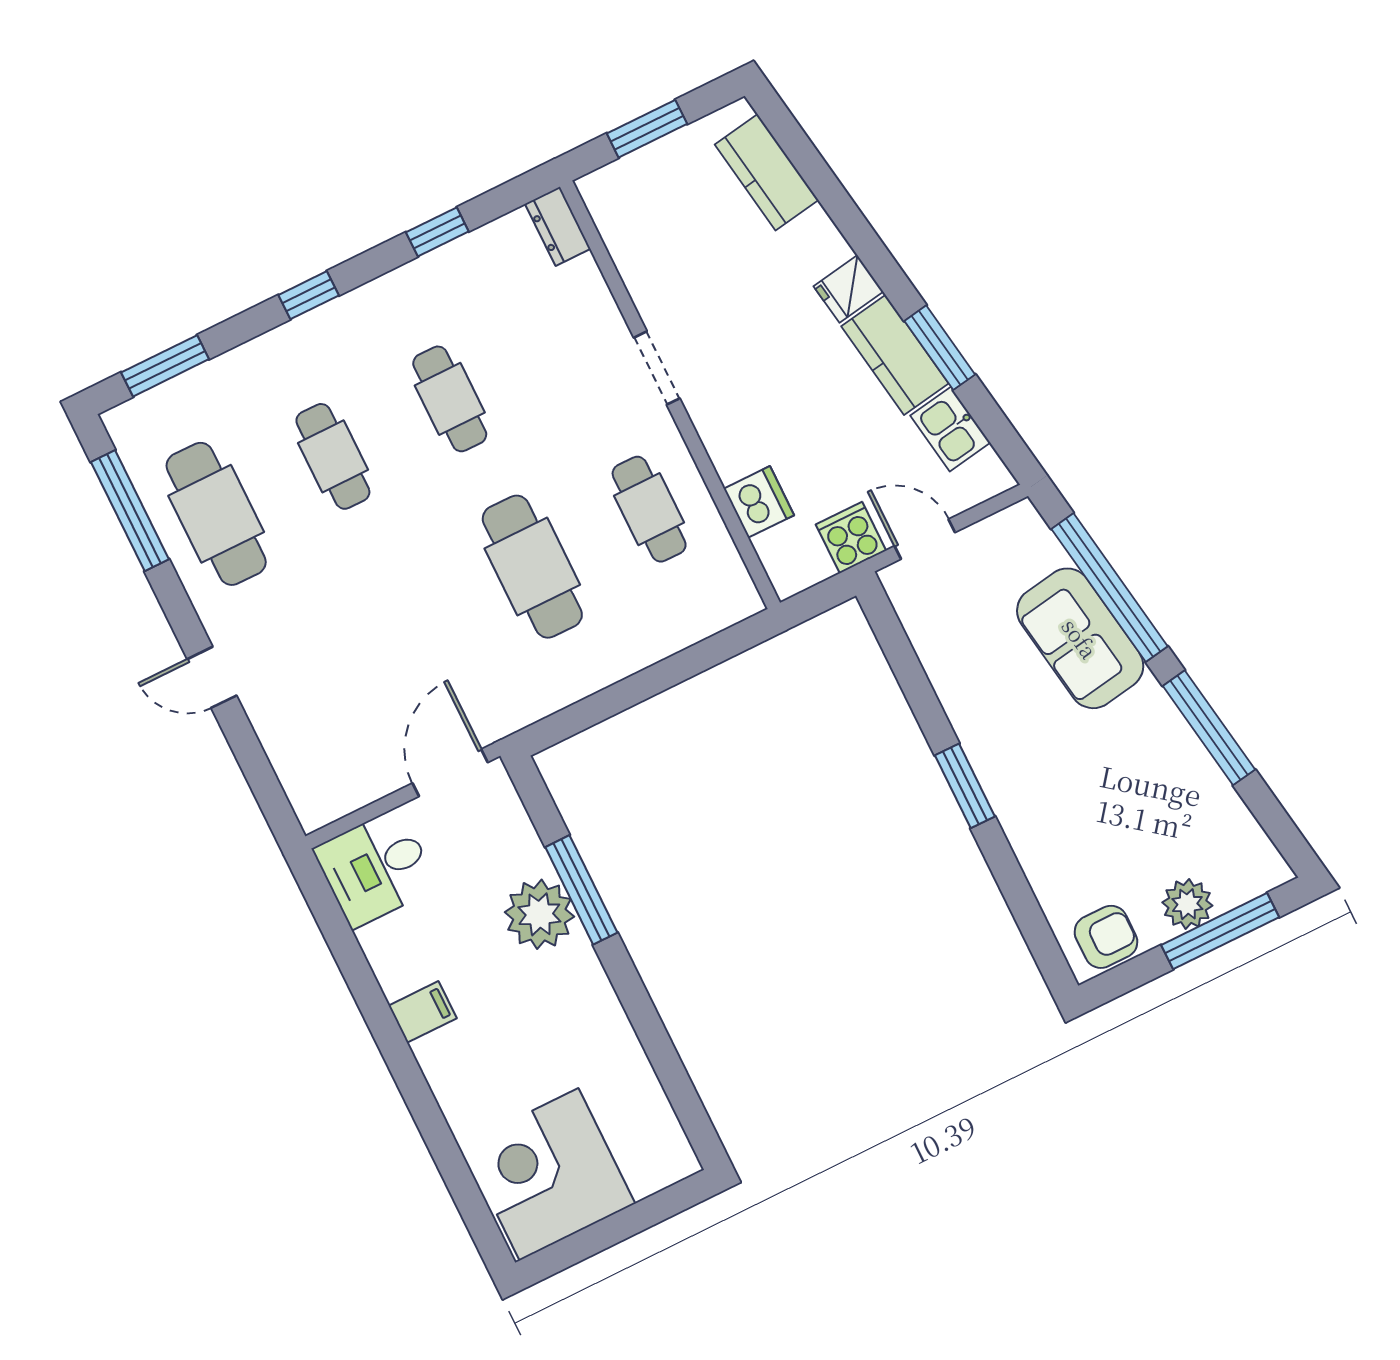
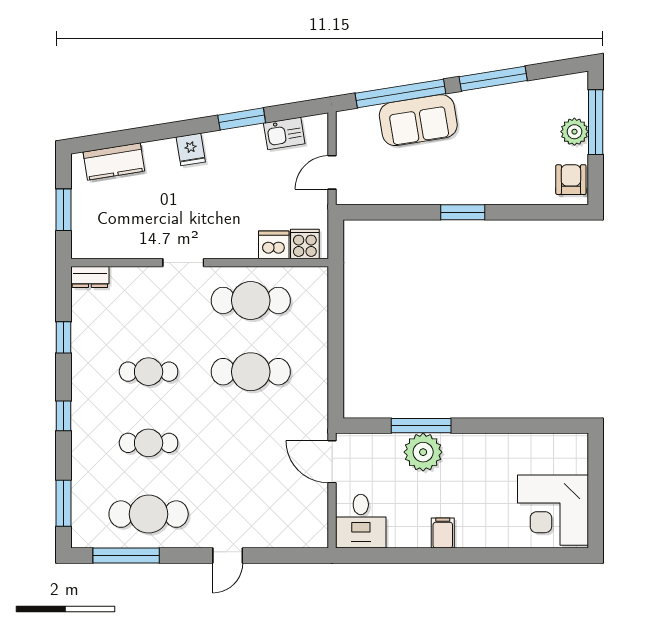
kitchen counter: (895, 355) -> (234, 143), removed
cafe table: (649, 509) -> (251, 300), width x1.37, depth x1.35
cooker: (851, 538) -> (305, 244), moved, turned 90

